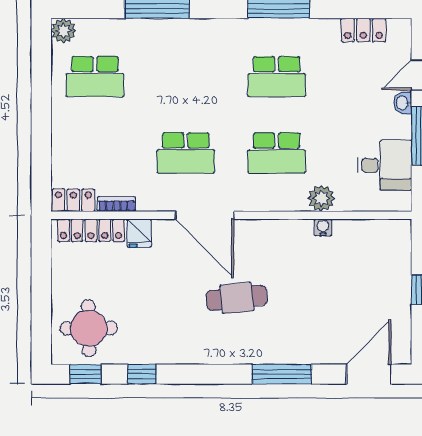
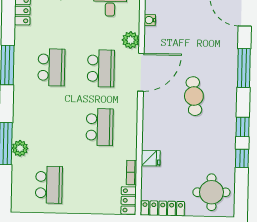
plant: (63, 31) -> (20, 148), moved
door: (204, 215) -> (141, 72), moved
water cooler: (323, 227) -> (150, 20), moved
locker: (91, 230) -> (163, 208), moved, turned -90
window: (85, 374) -> (243, 127), moved

